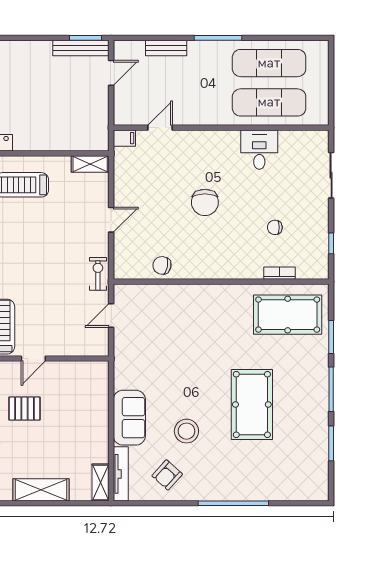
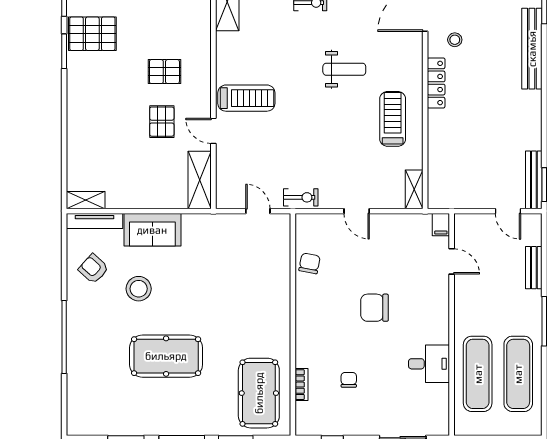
shelving: (41, 490) -> (200, 180), moved

